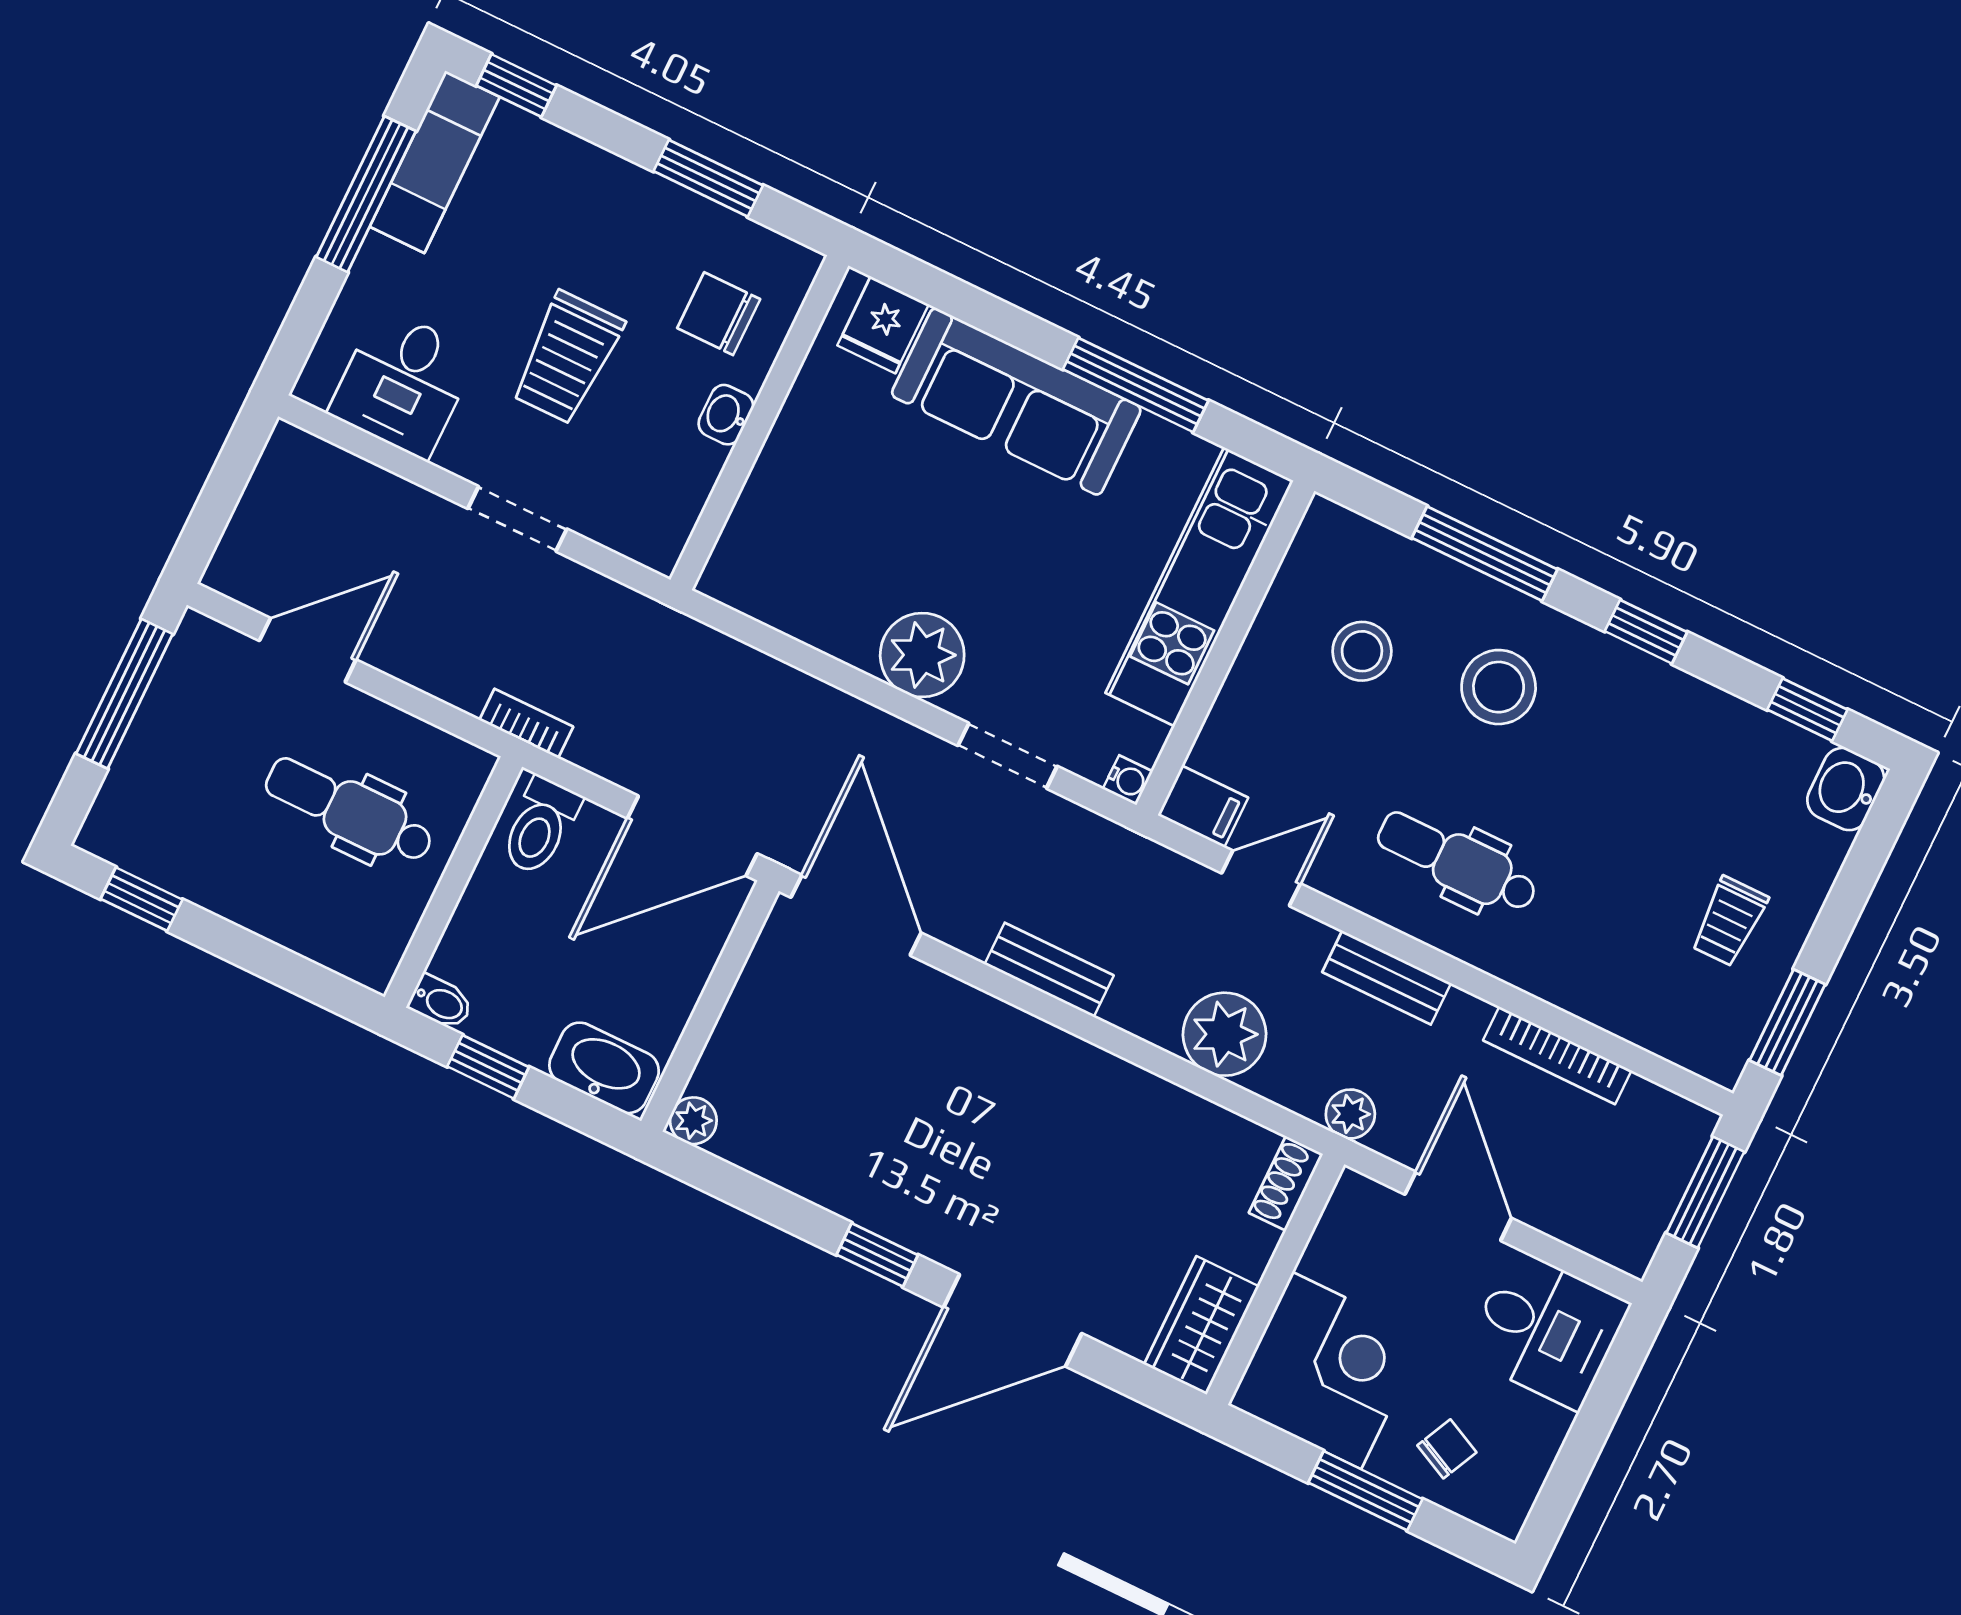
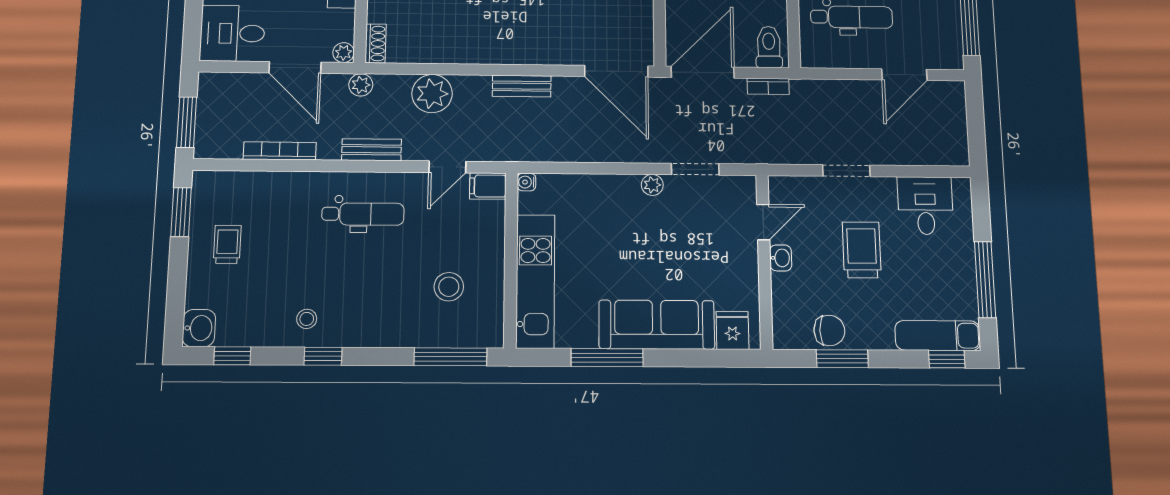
exam couch: (435, 162) -> (938, 336), moved, turned 90
chair: (719, 314) -> (829, 330), moved
door: (724, 496) -> (763, 222), added
window: (1485, 554) -> (450, 357), moved
plant: (922, 655) -> (652, 185), width x0.53, depth x0.53
stool: (1499, 687) -> (307, 319), moved, width x0.53, depth x0.53
bookcase: (526, 723) -> (768, 86), moved
doorway: (1008, 756) -> (695, 169), moved
plant: (1354, 1193) -> (344, 53), added

